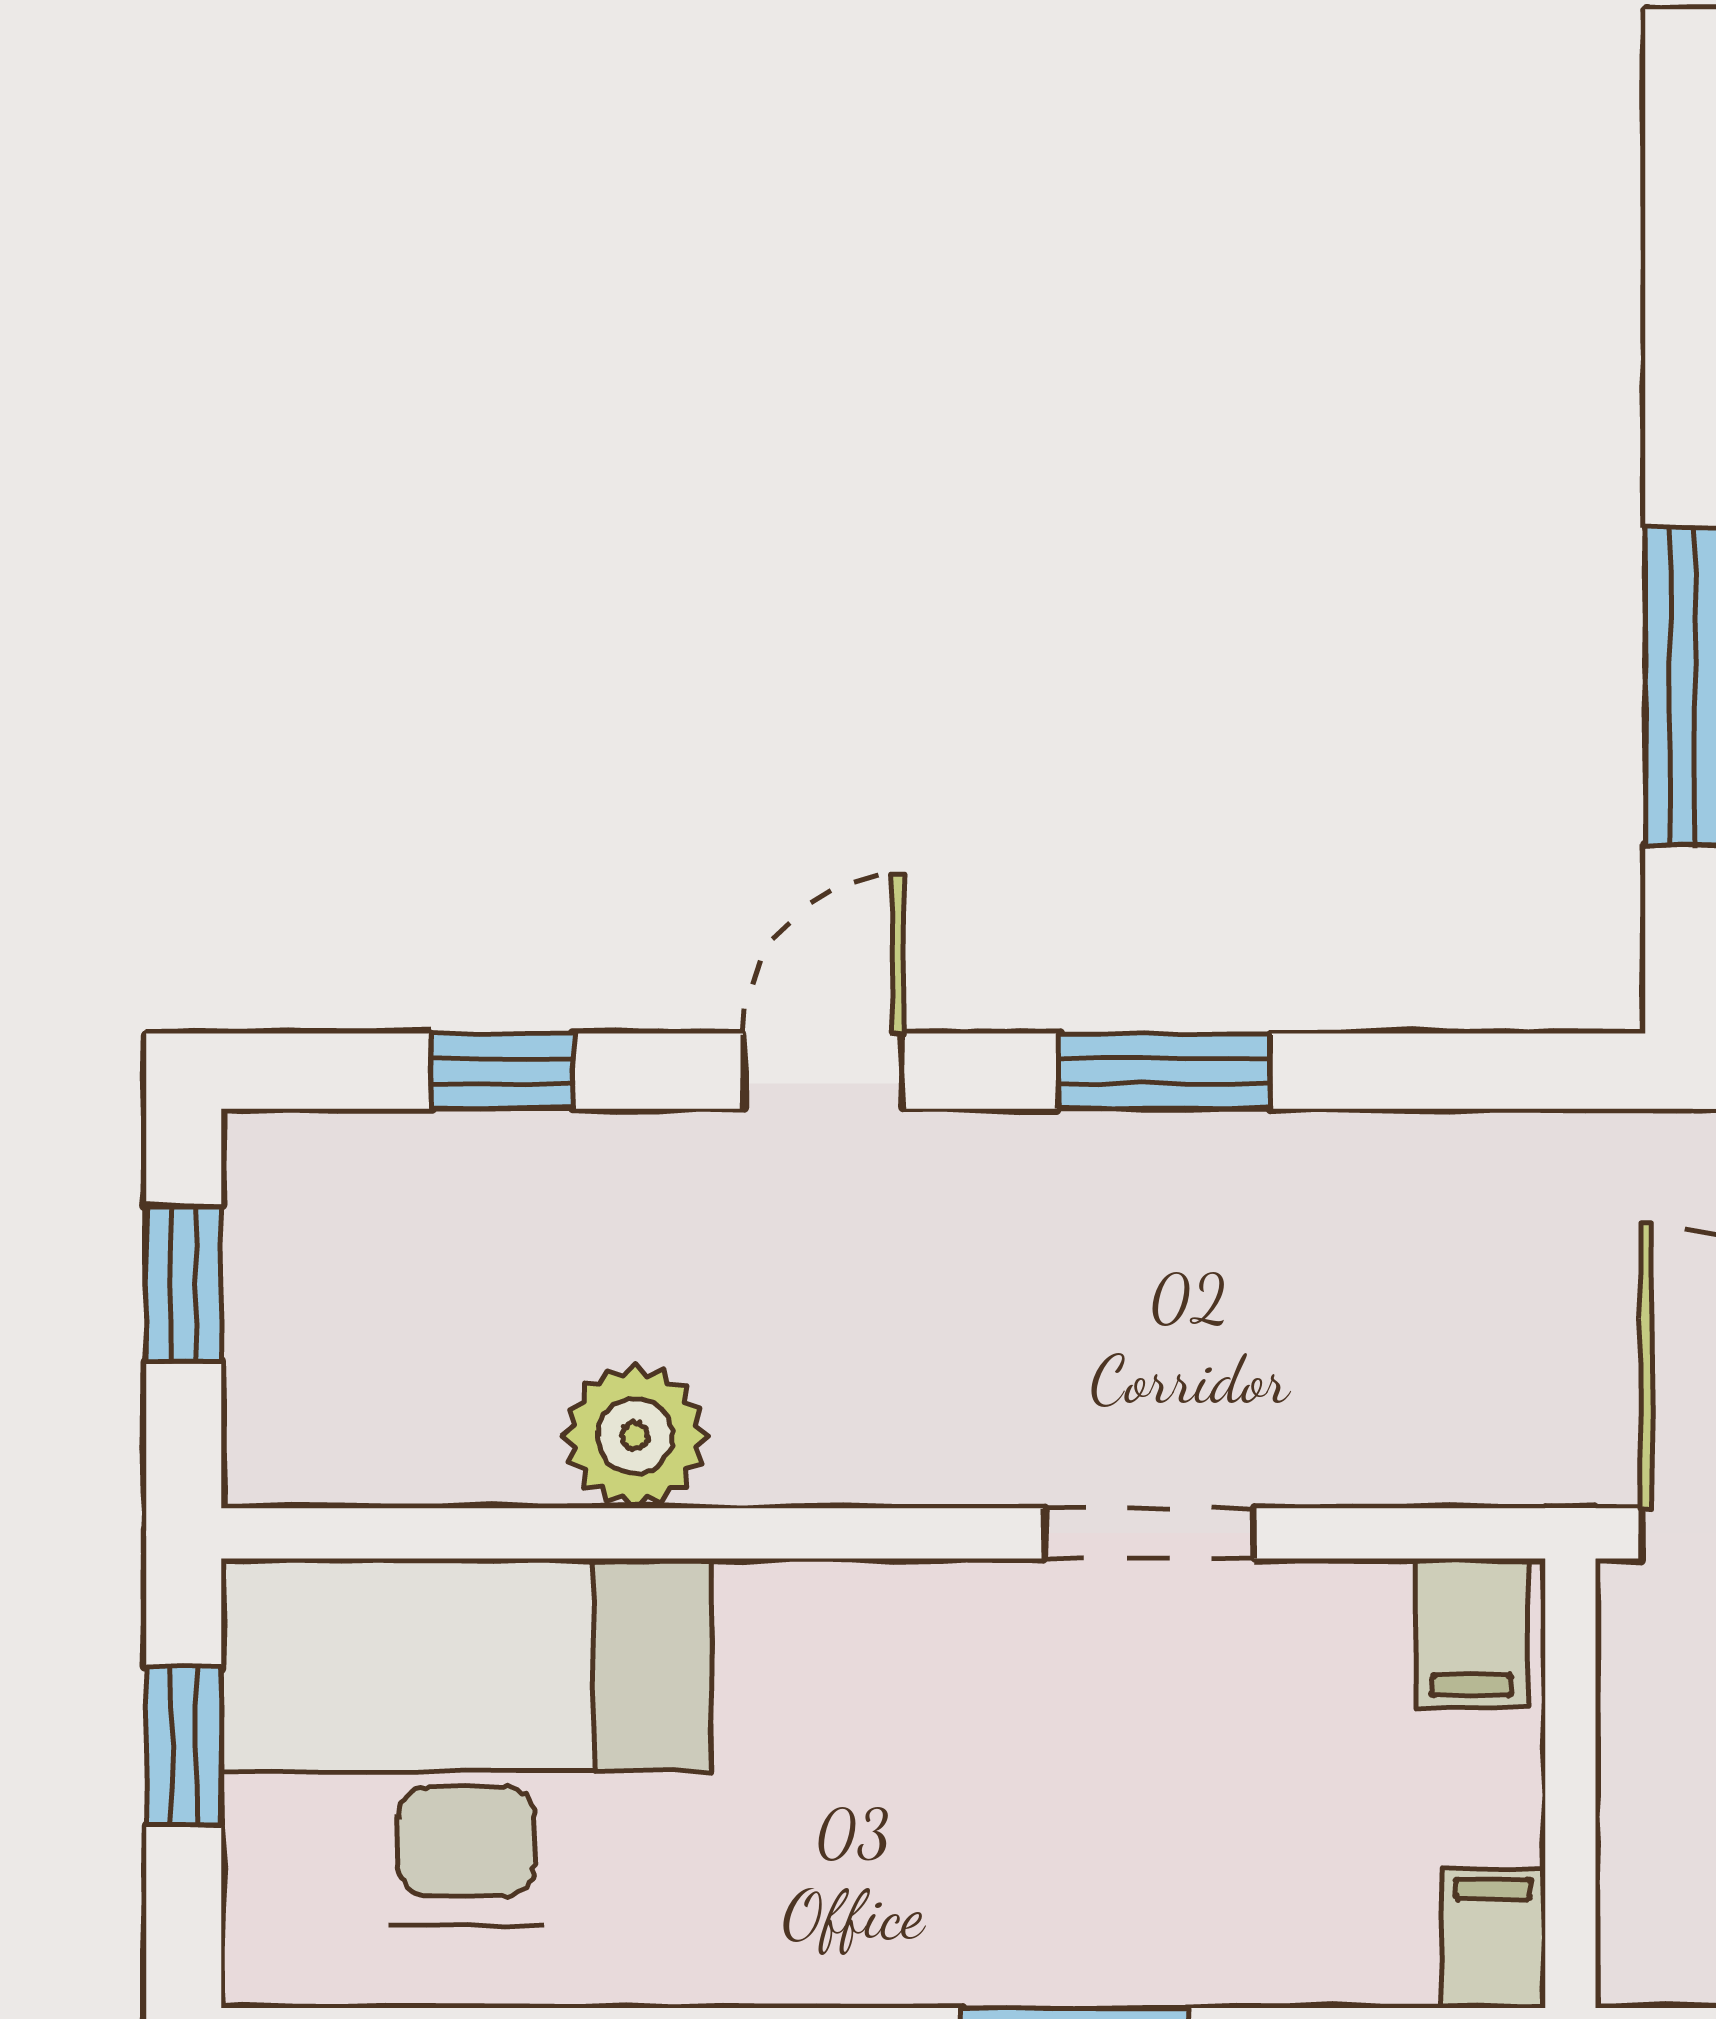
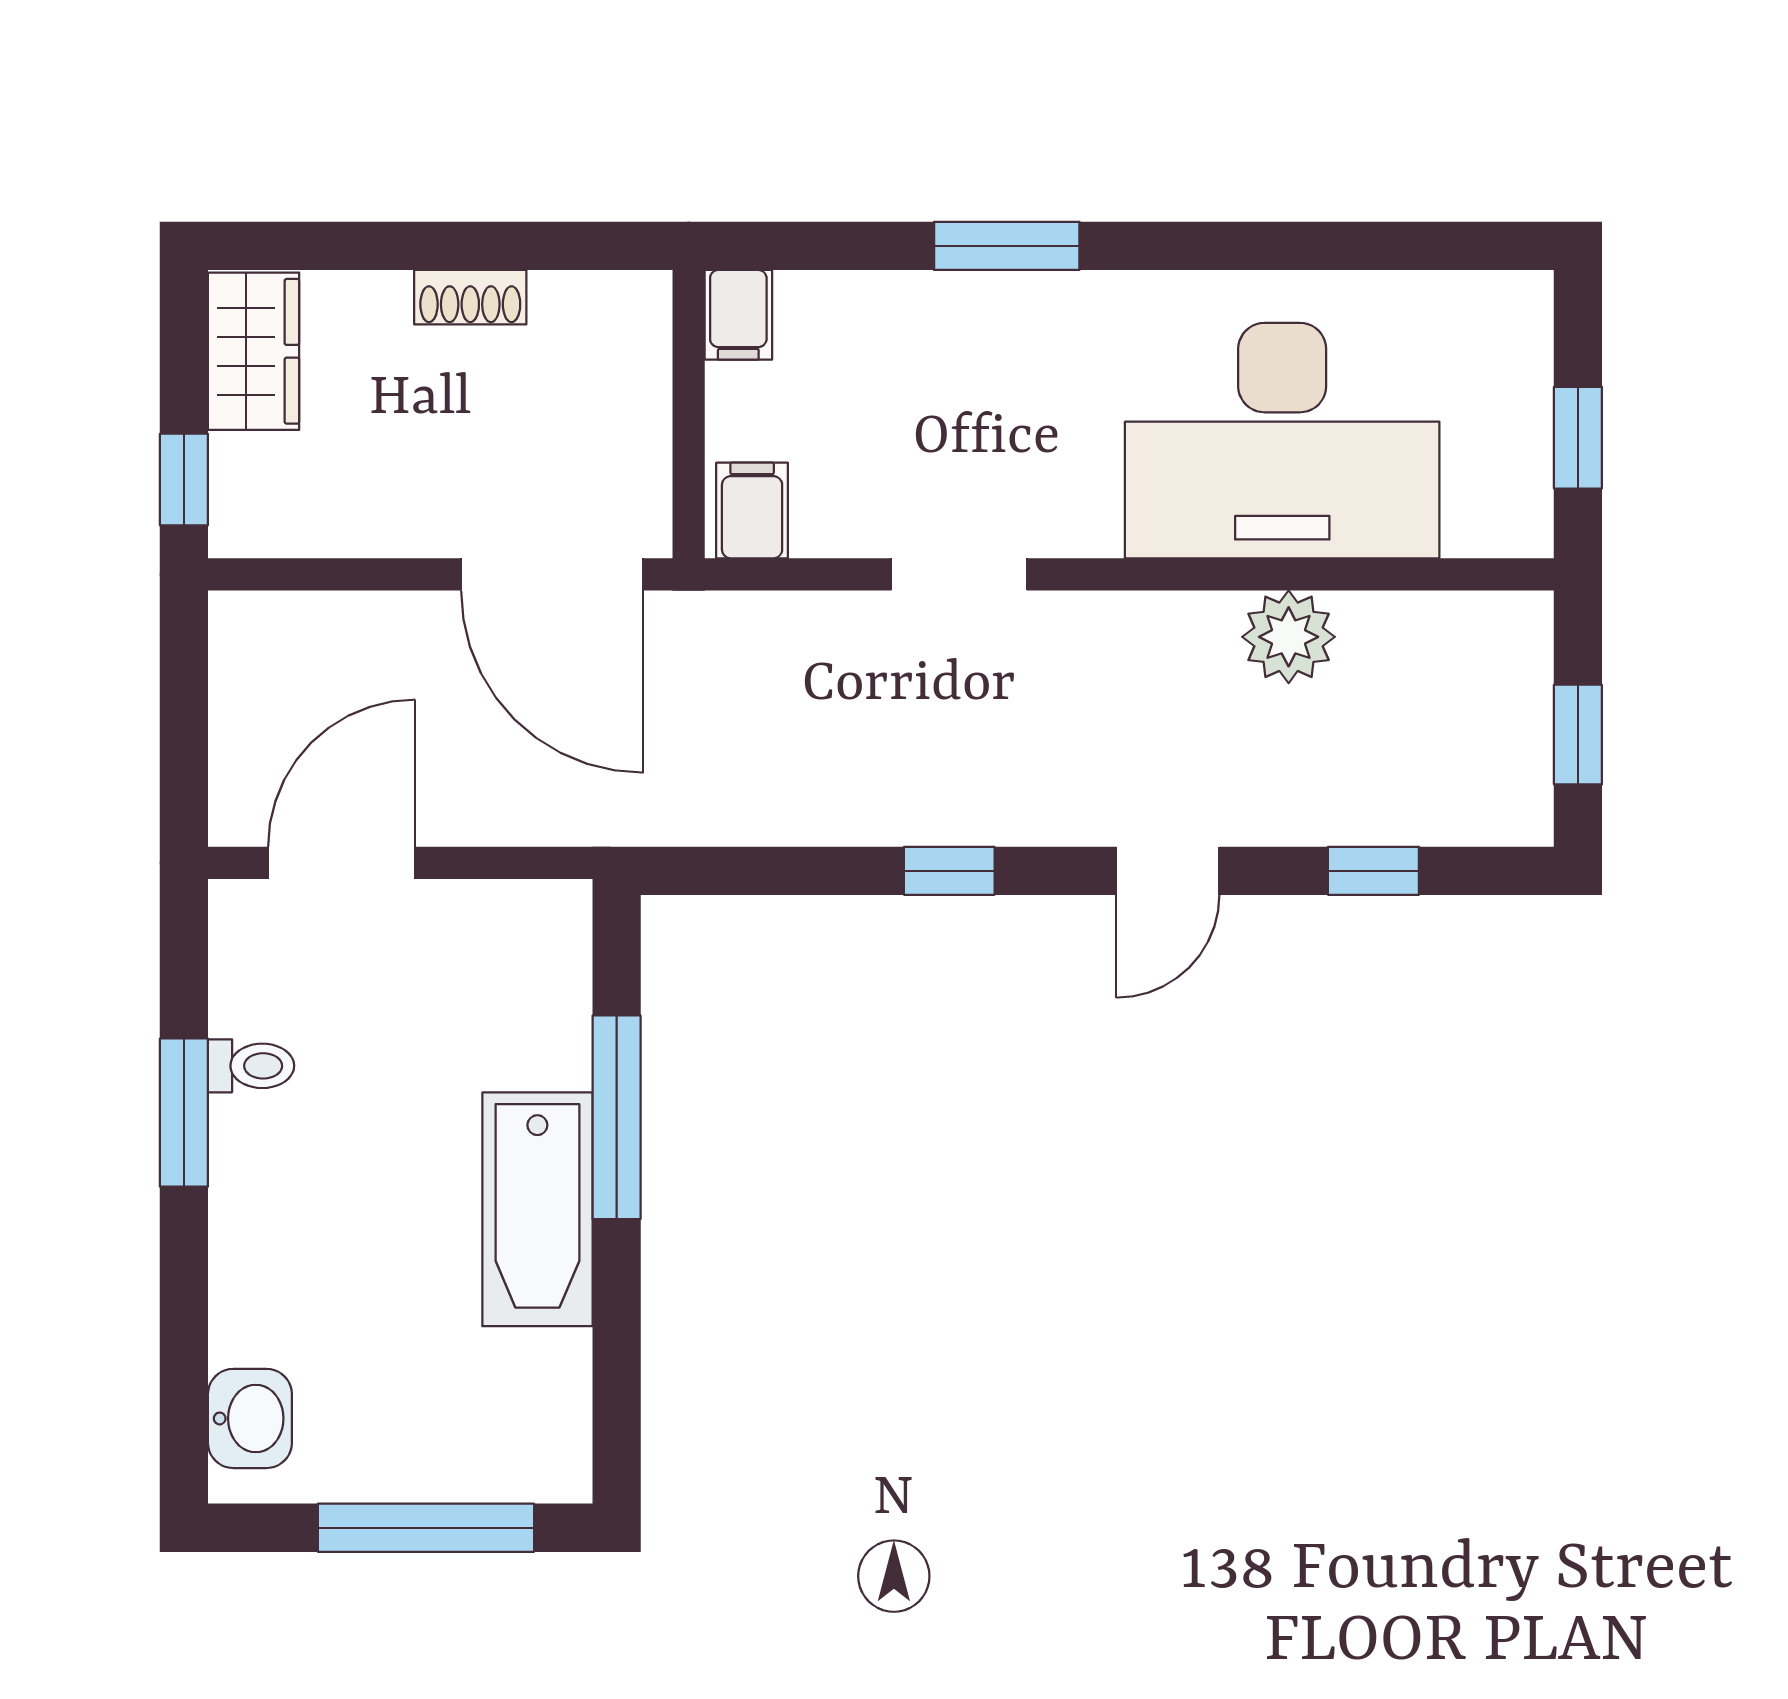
window: (1164, 1071) -> (949, 871), width x0.67
desk: (466, 1742) -> (1282, 441), moved

